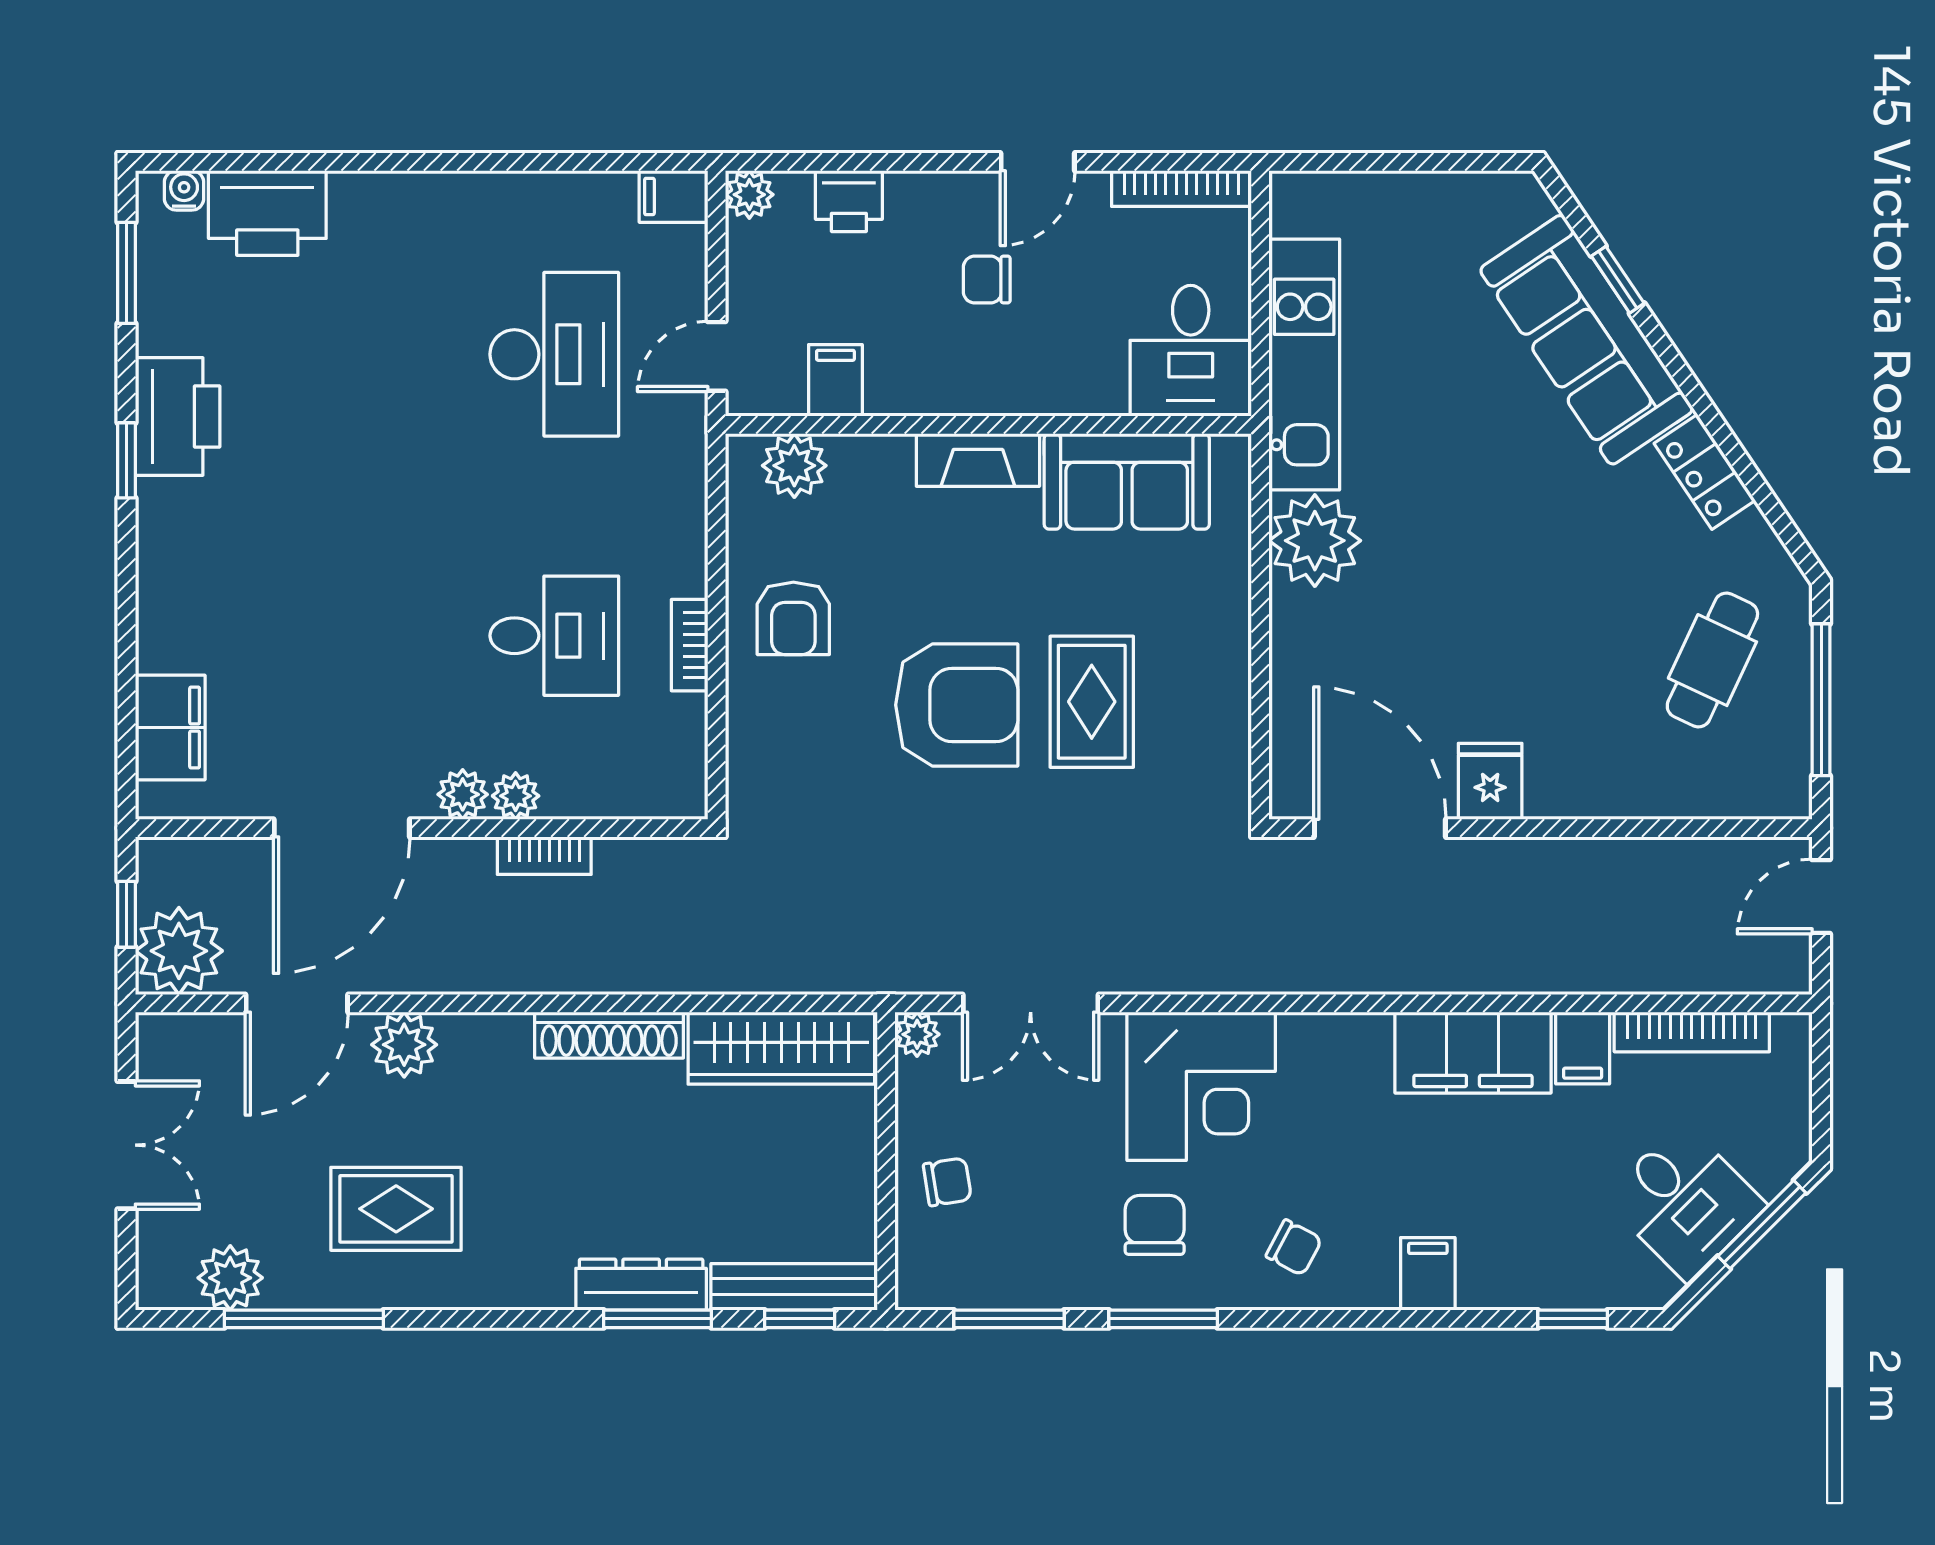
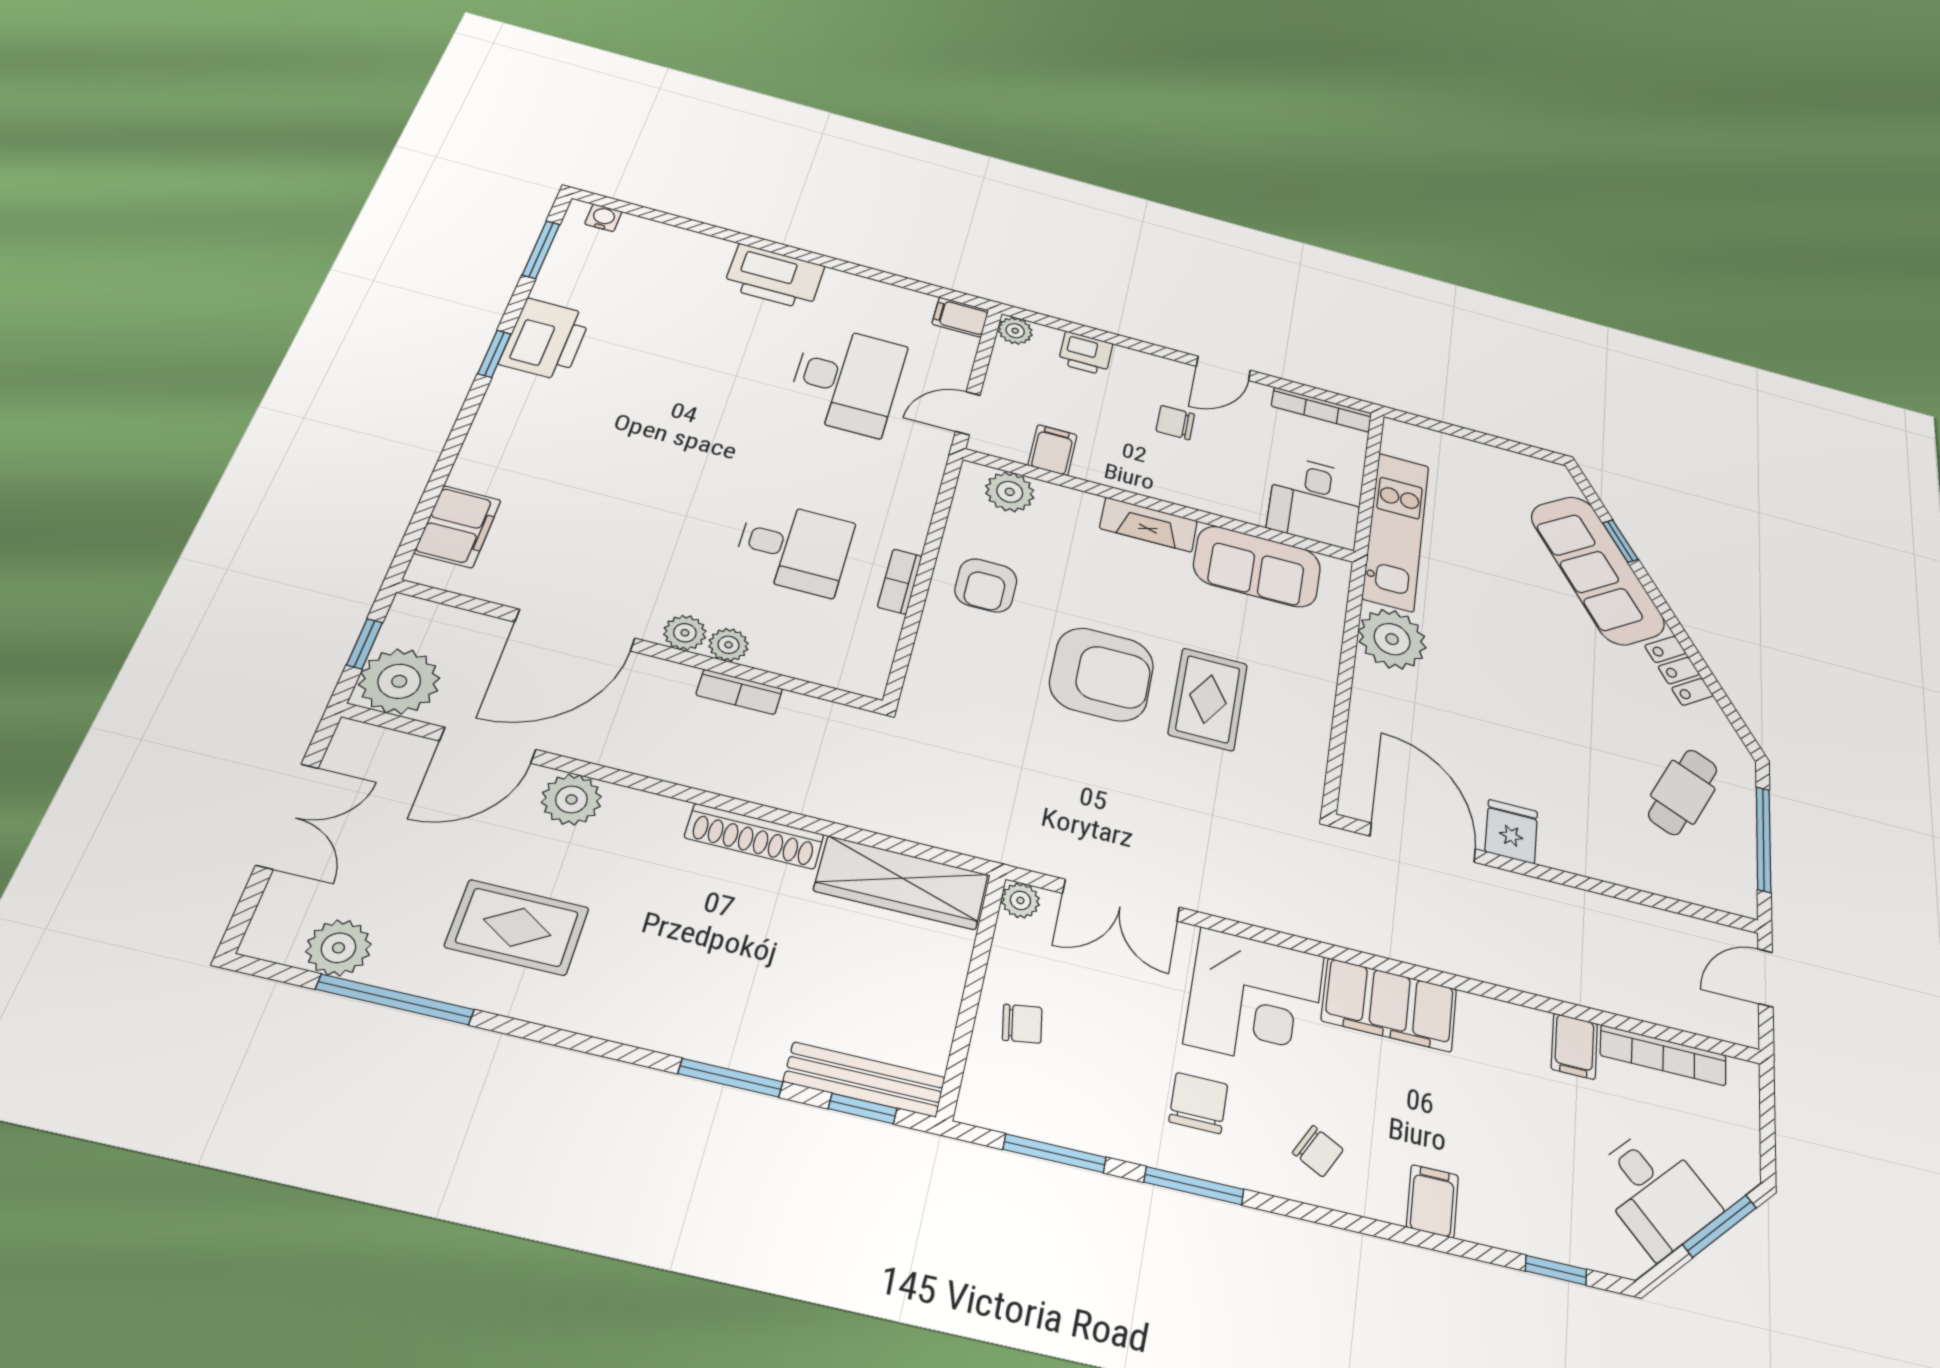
printer: (267, 213) -> (774, 277), moved
filing cabinet: (1473, 1053) -> (1389, 1005), moved
dresser: (641, 1285) -> (724, 1044), removed

